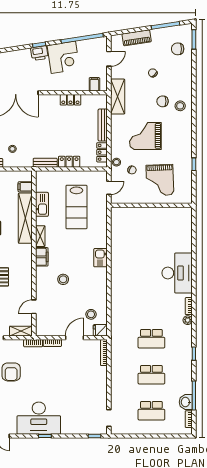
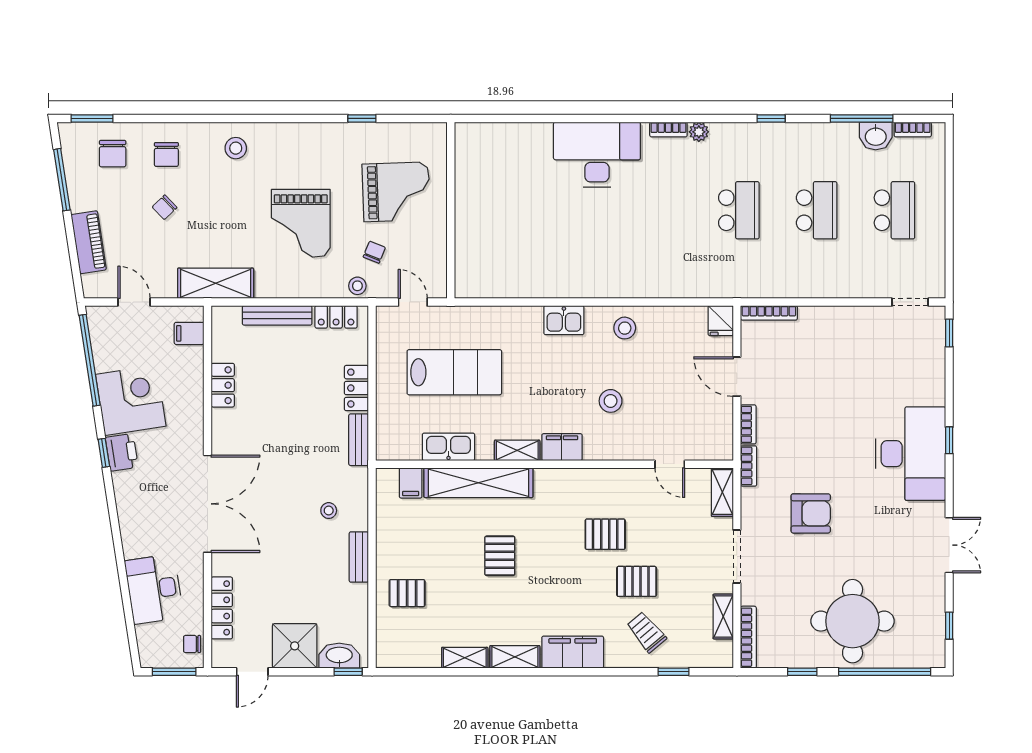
chair: (163, 101) -> (166, 154), moved
stool: (91, 314) -> (625, 328), moved

